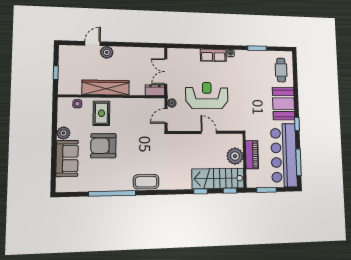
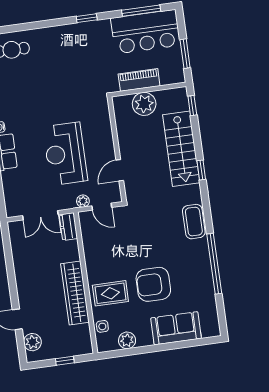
plant: (107, 52) -> (32, 342), moved
booth: (284, 104) -> (60, 41), removed
door: (209, 132) -> (120, 170), moved
plant: (63, 133) -> (127, 340), moved
armchair: (103, 146) -> (153, 284), turned 90
bar counter: (284, 155) -> (146, 32), width x0.73
stairs: (218, 179) -> (181, 149), moved
window: (200, 191) -> (201, 170), moved

